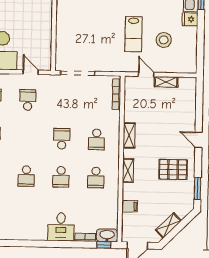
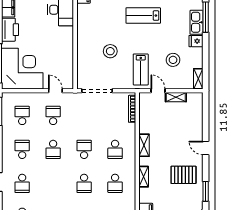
stool: (93, 29) -> (110, 51), added
lab bench: (133, 34) -> (141, 69), moved
shelving: (192, 62) -> (198, 79), added
school desk: (26, 176) -> (53, 149), moved

